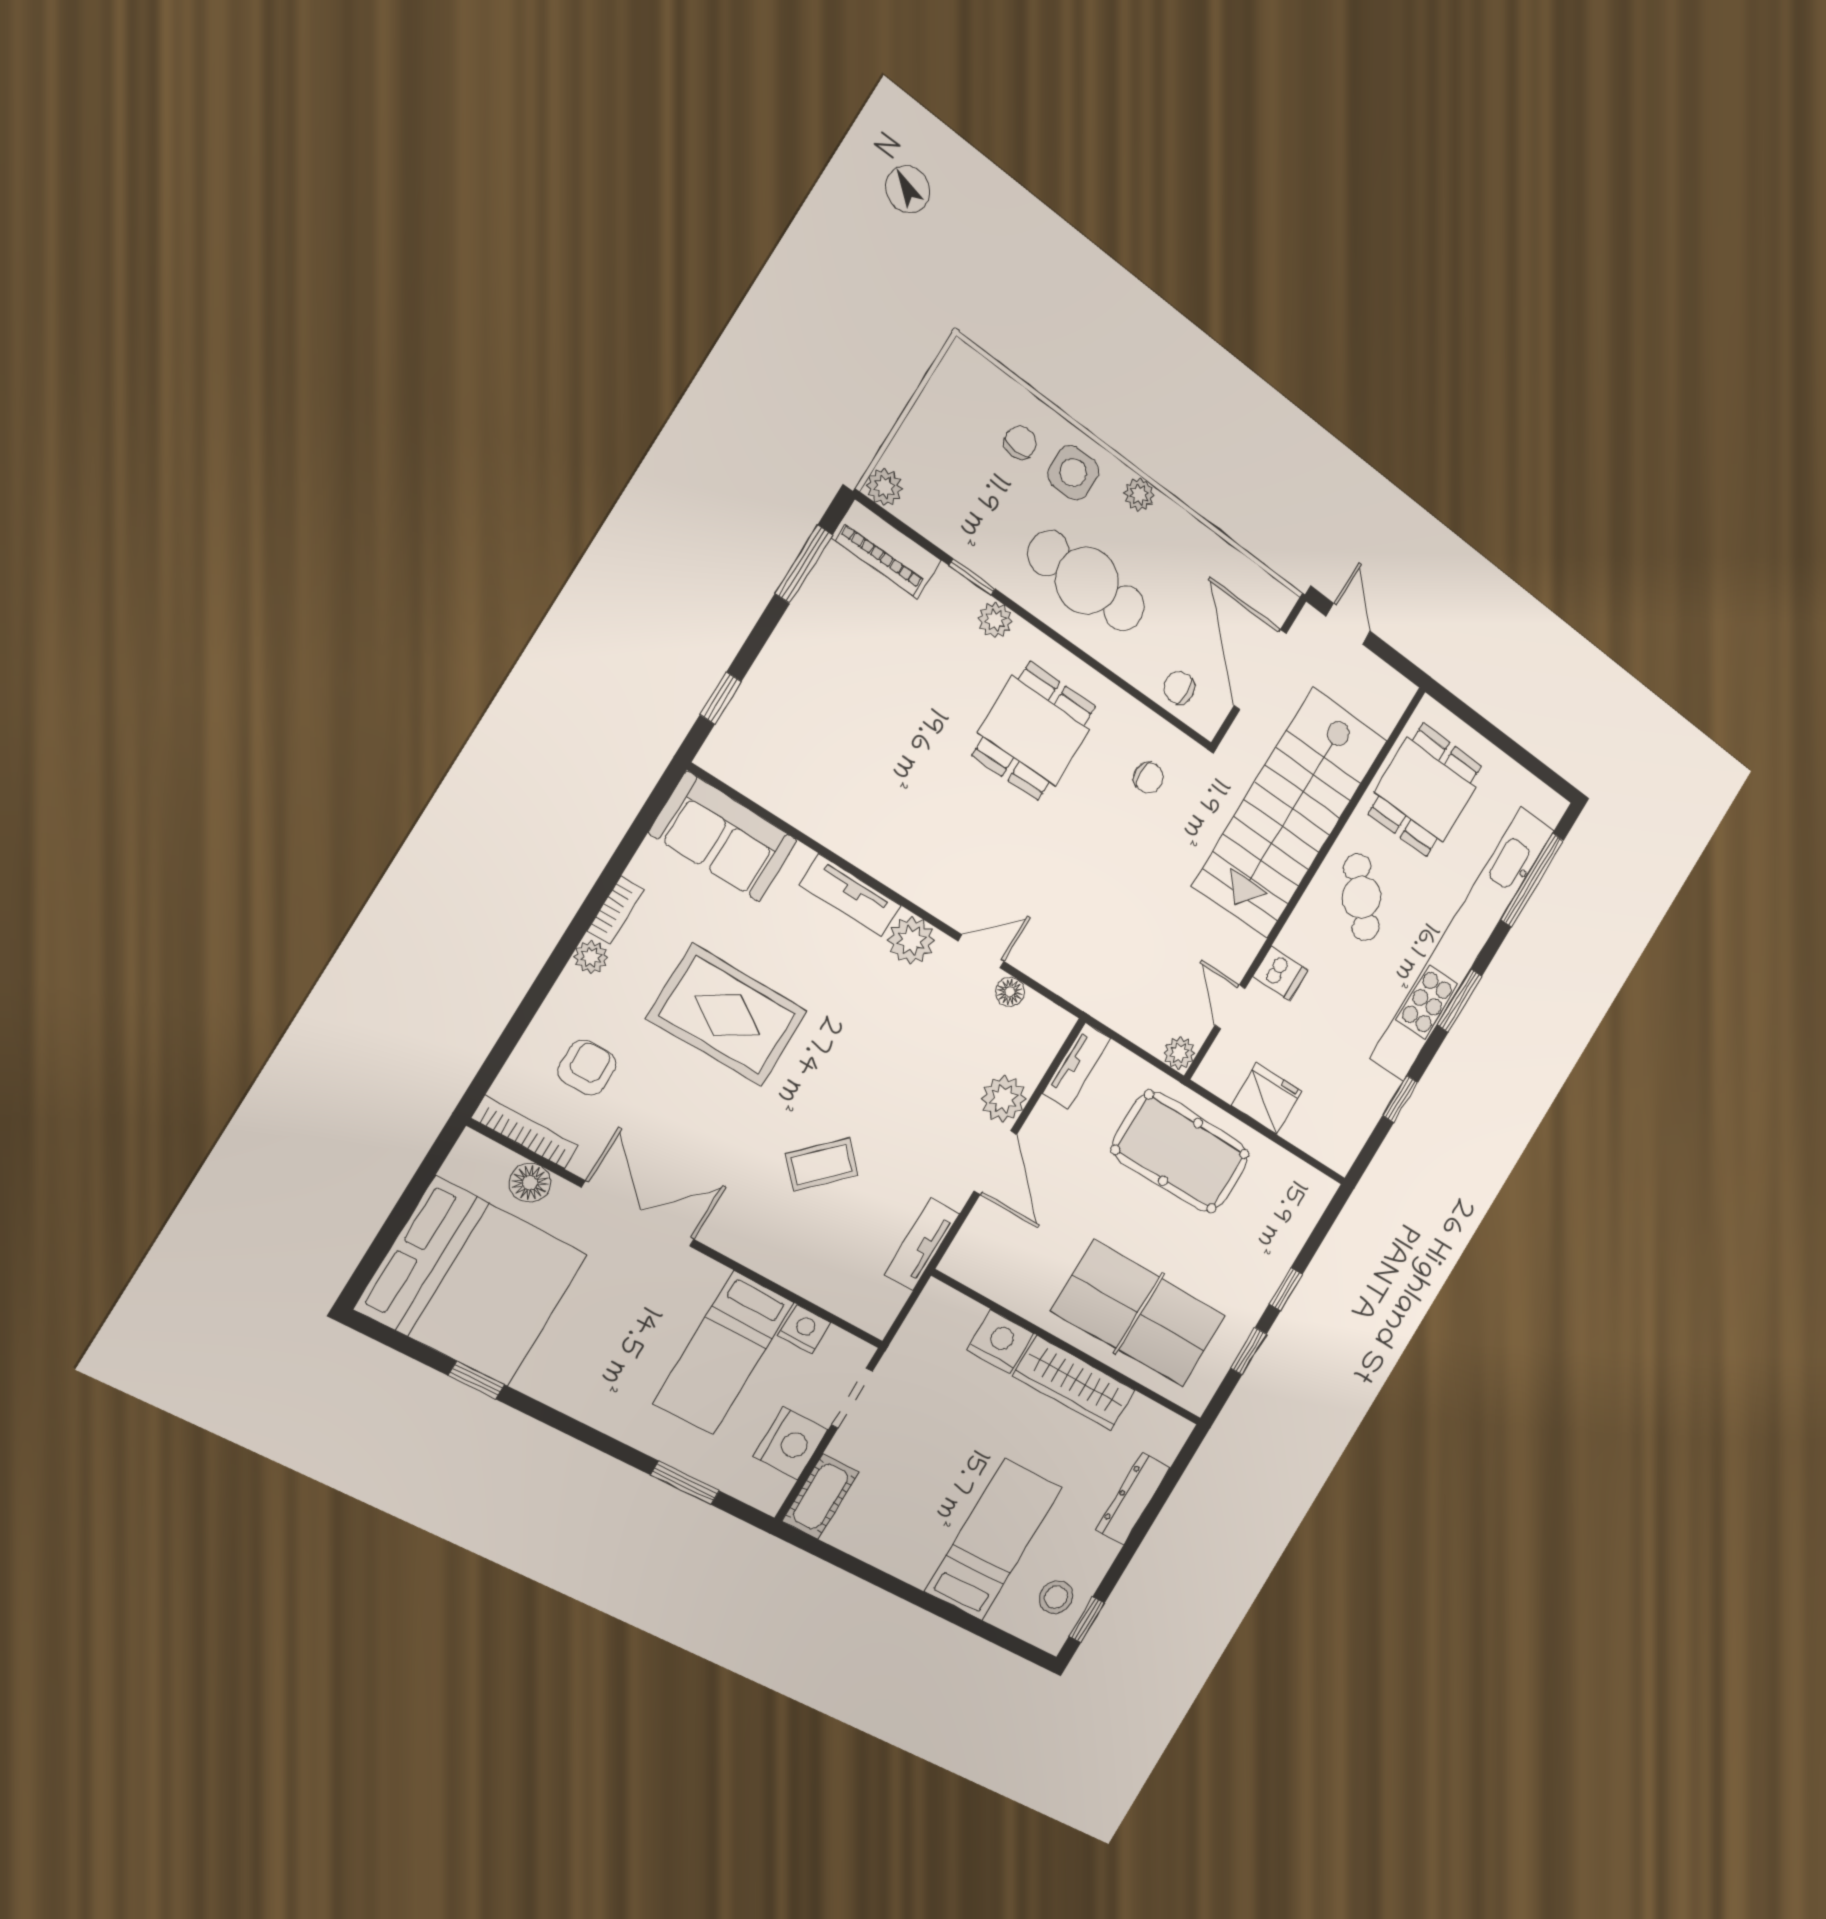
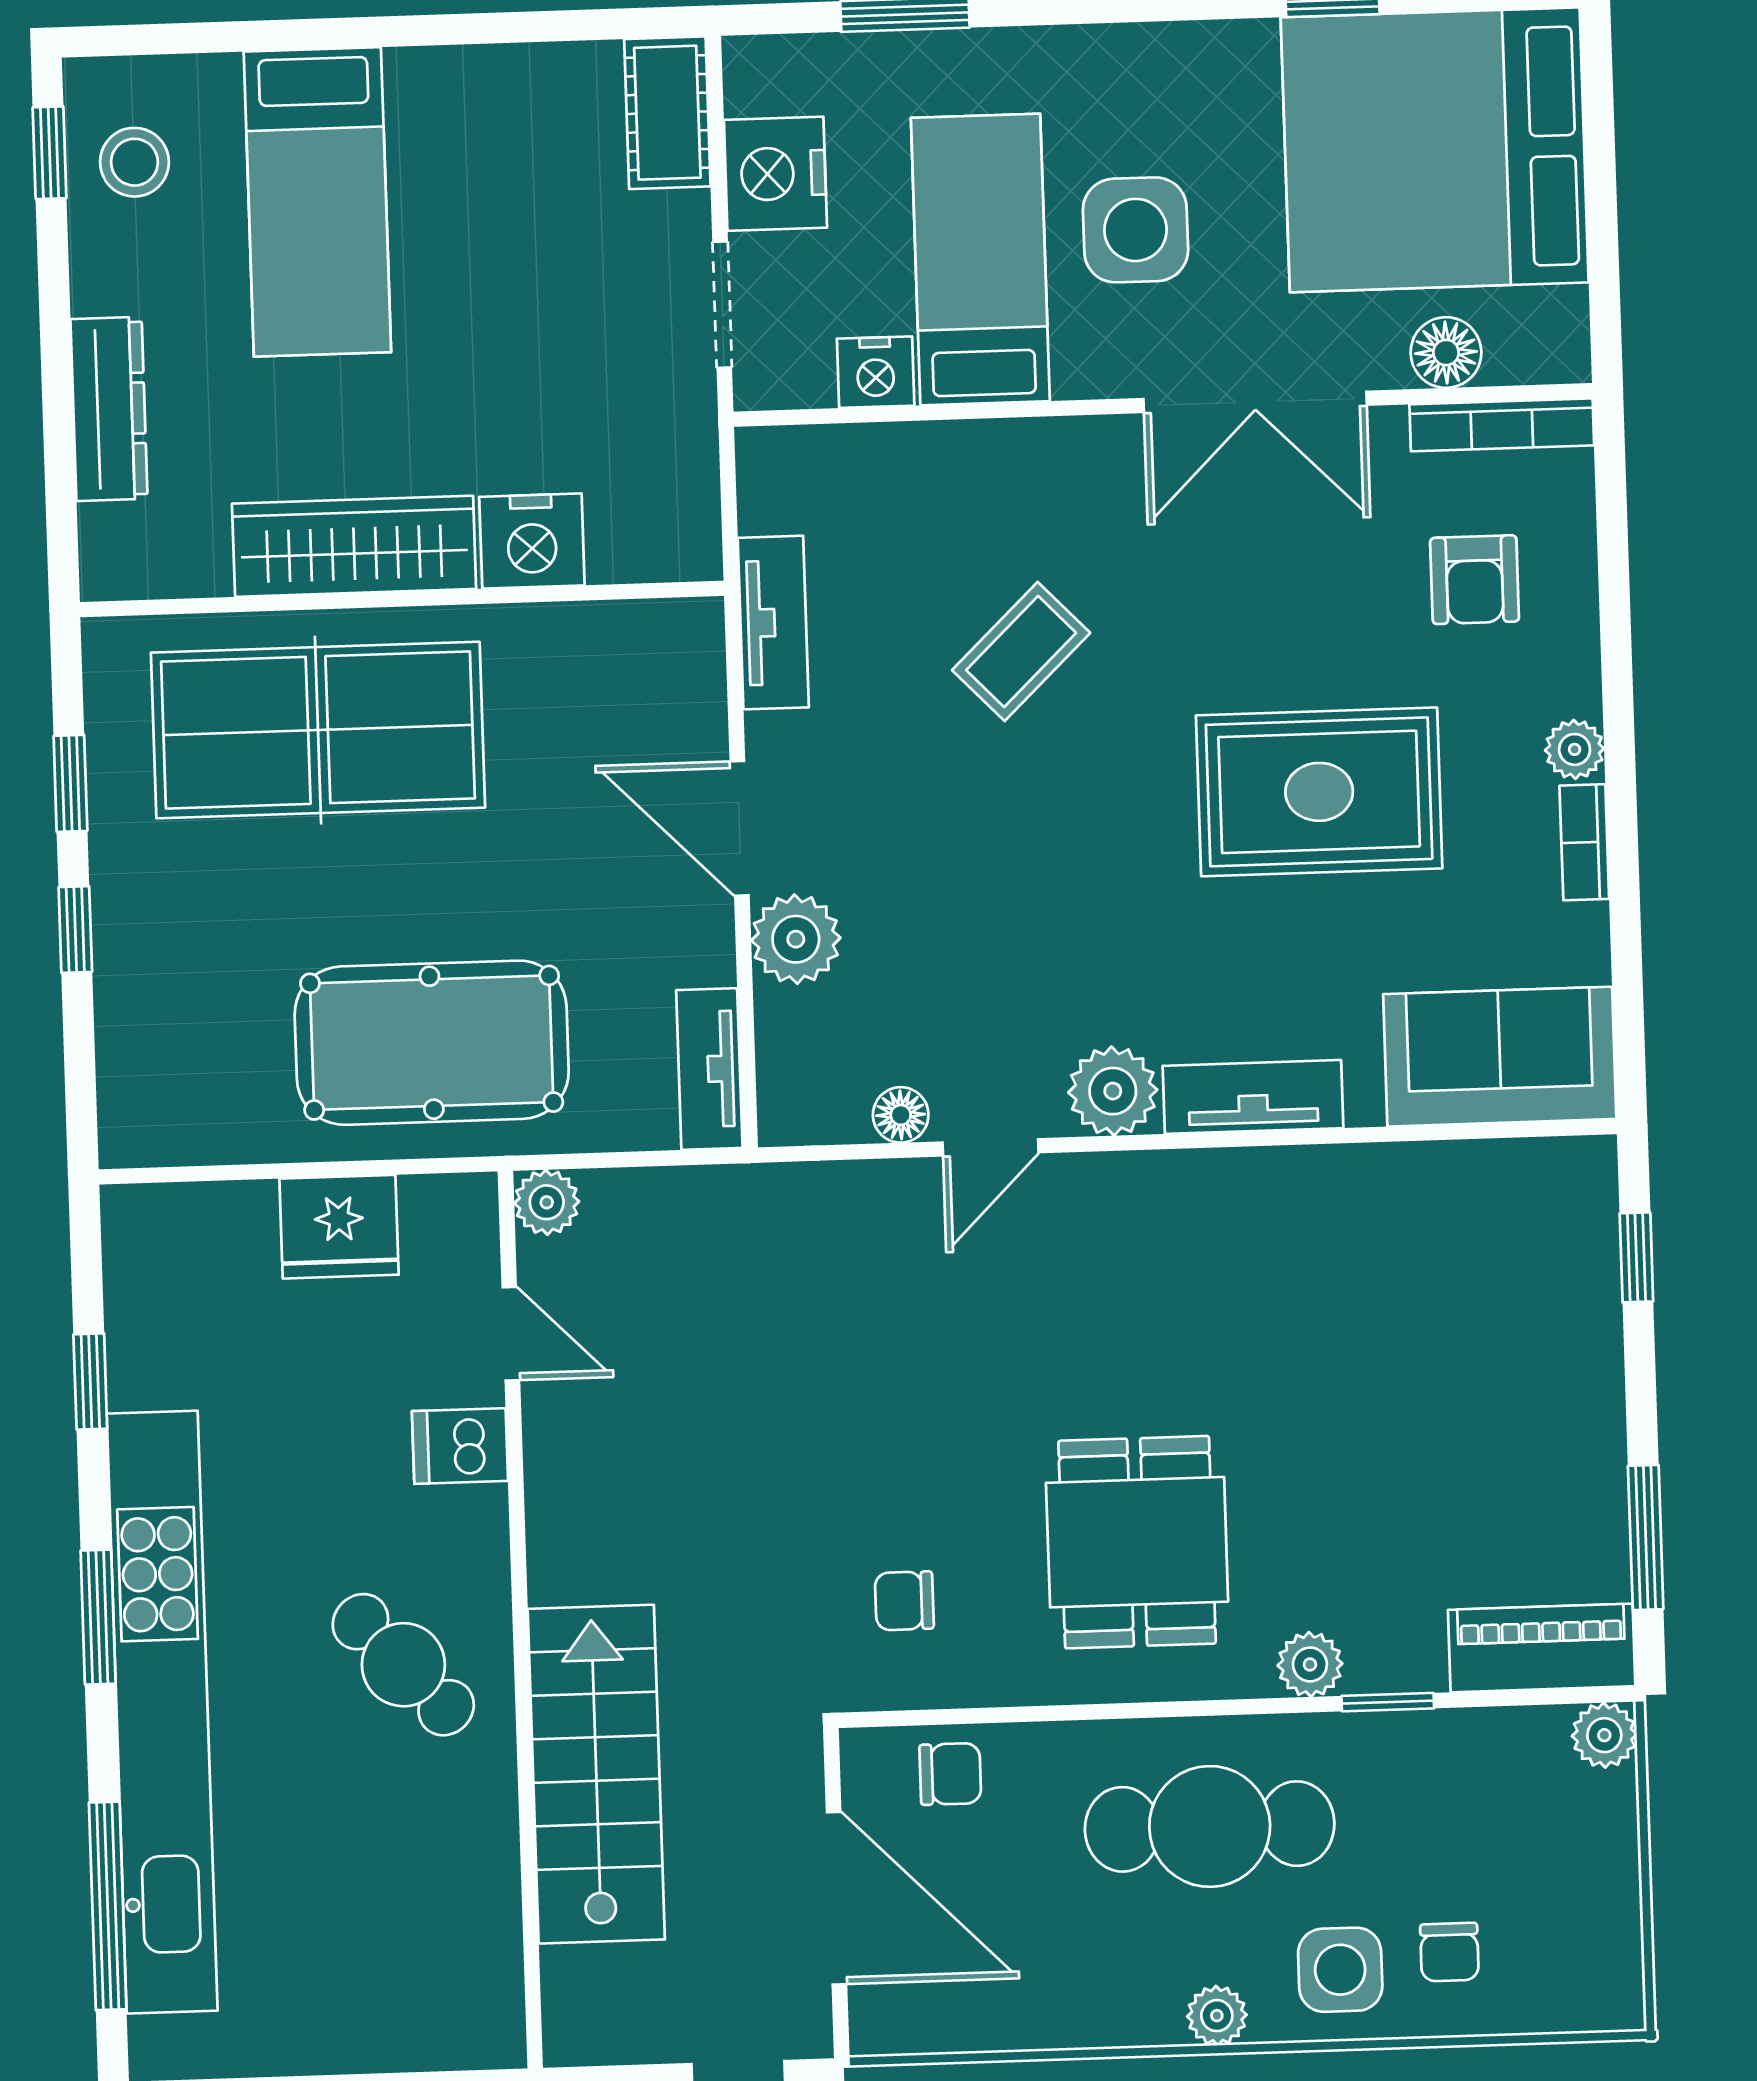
dining table: (1425, 790) -> (414, 1914), removed
stairs: (1290, 813) -> (596, 1774), width x0.73, depth x0.66
side table: (643, 1326) -> (1135, 230), added

